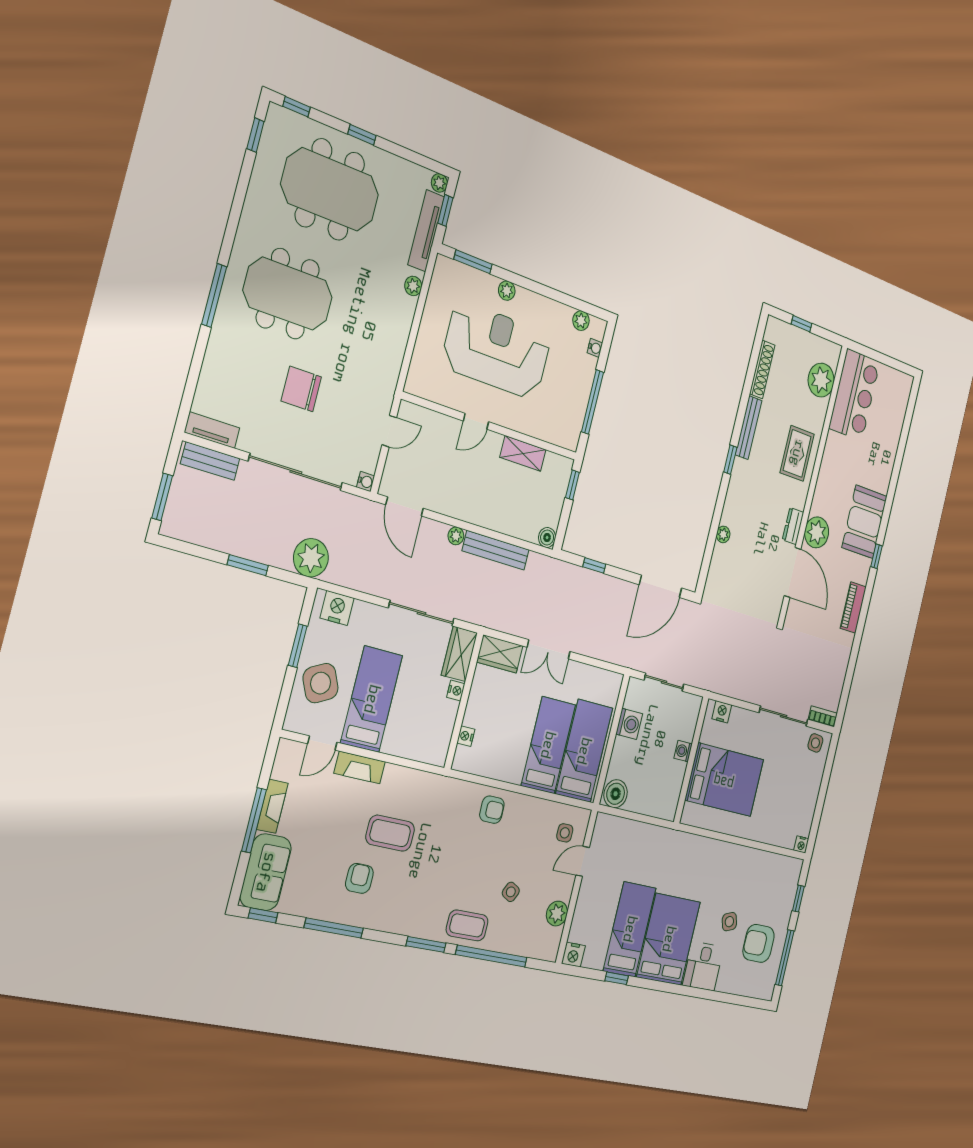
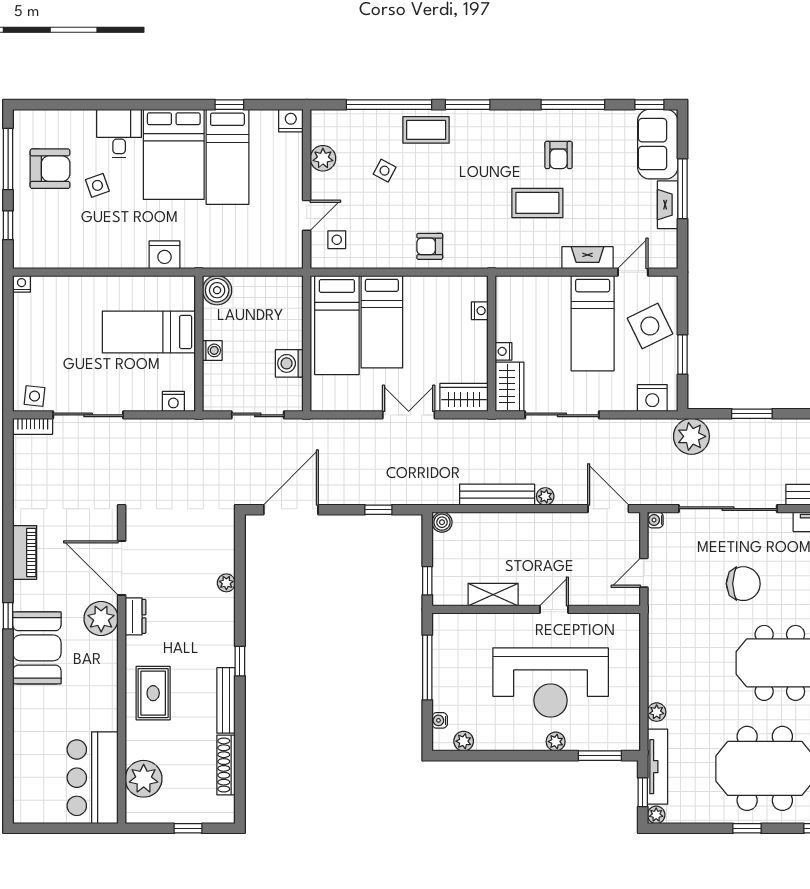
bed: (724, 780) -> (149, 332), width x0.67
boiler: (616, 794) -> (217, 290), moved
nightstand: (697, 848) -> (165, 255), added

